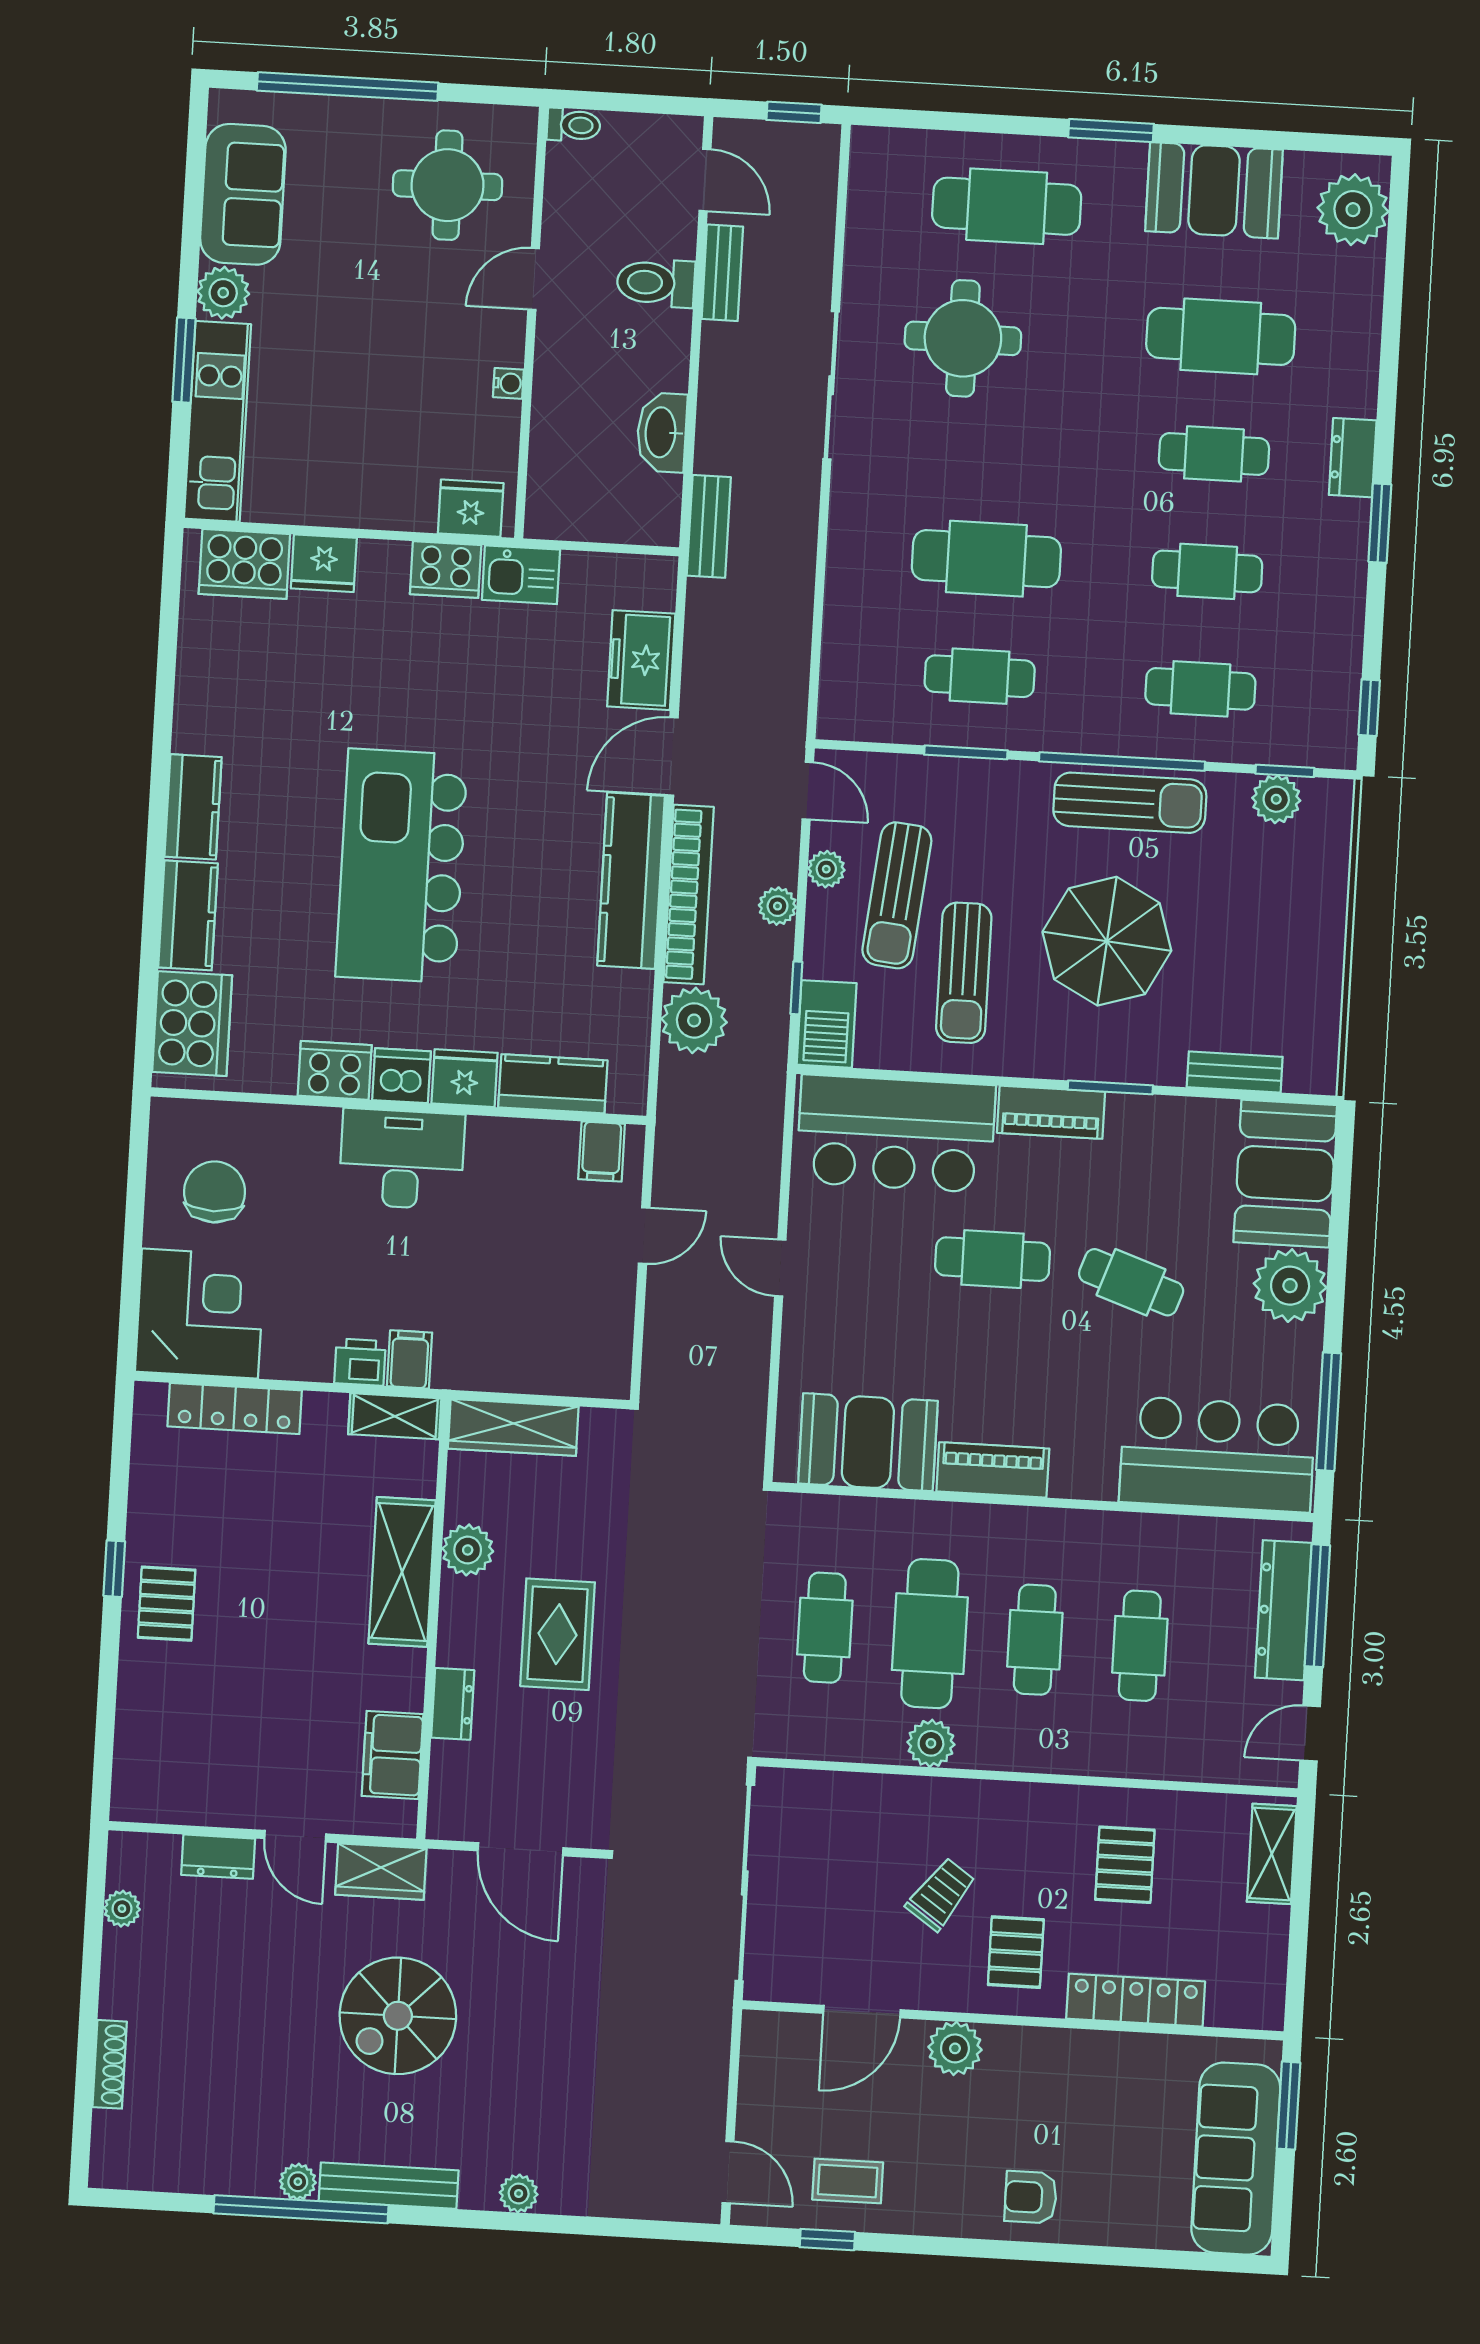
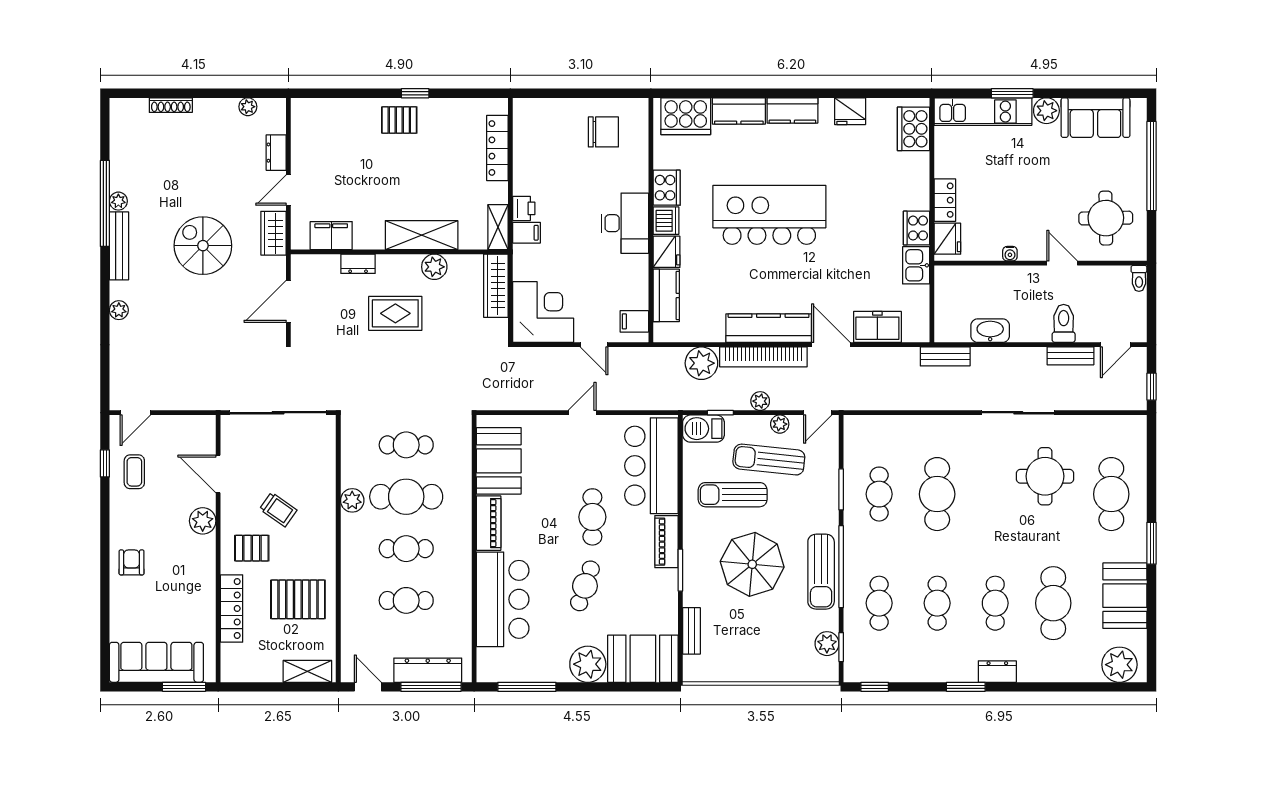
locker: (392, 509) -> (945, 200), added
fridge: (324, 563) -> (850, 111), moved, turned -90
corner desk: (200, 1314) -> (543, 312), moved, turned -90
bar counter: (1217, 1454) -> (503, 599), moved
pallet: (1125, 1865) -> (298, 599), width x1.50, depth x1.42

